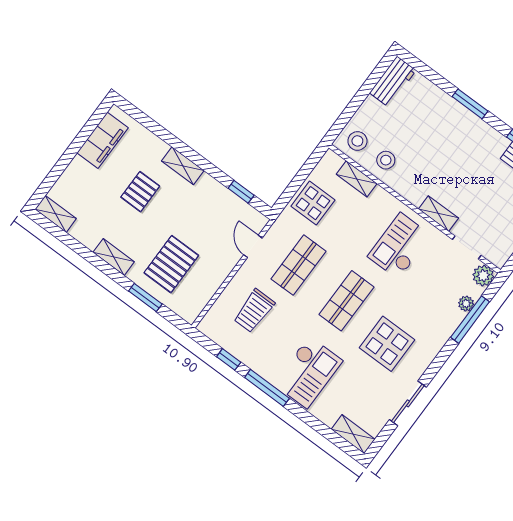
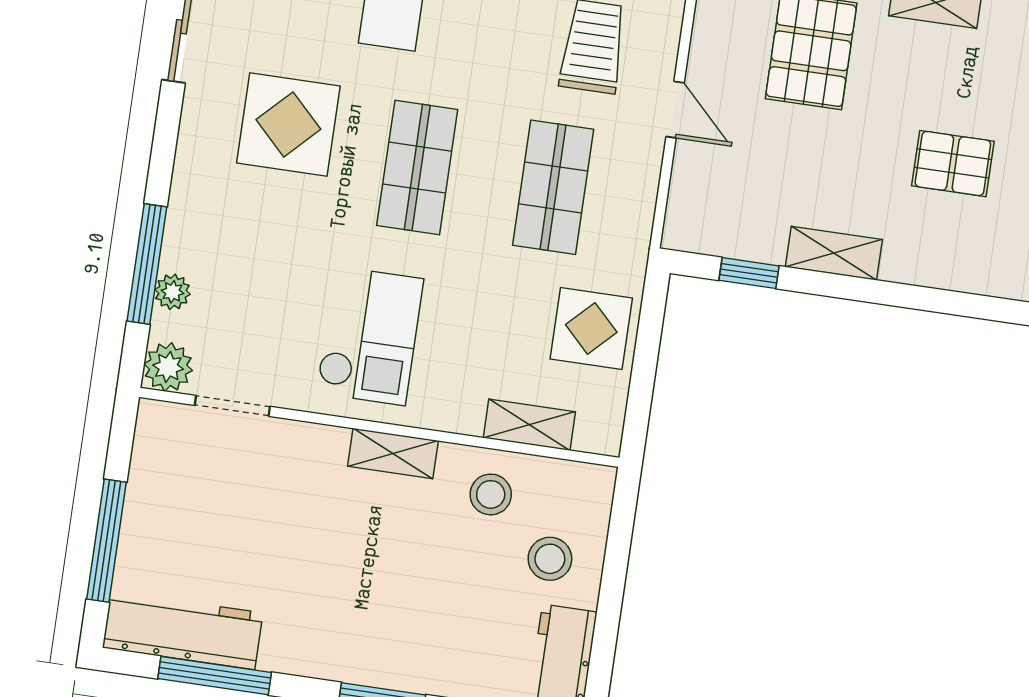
stool: (357, 141) -> (550, 559), moved
shelving: (183, 166) -> (834, 253), moved
pallet: (140, 192) -> (953, 164), turned 90
shelving: (438, 214) -> (393, 453), moved
door: (253, 246) -> (675, 110), moved

